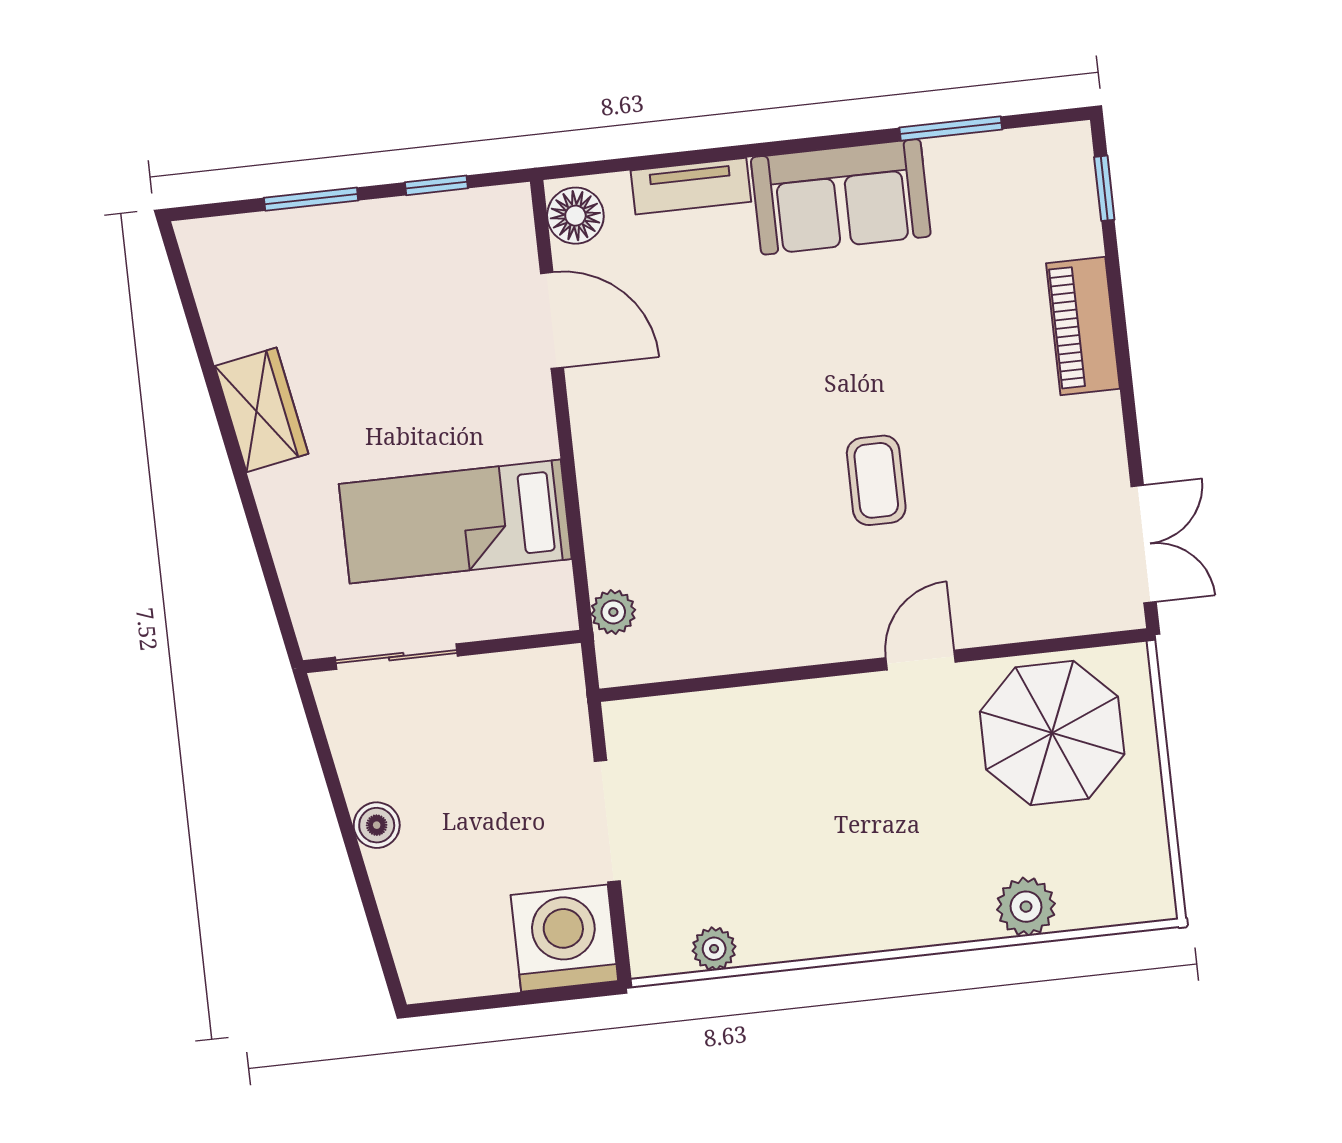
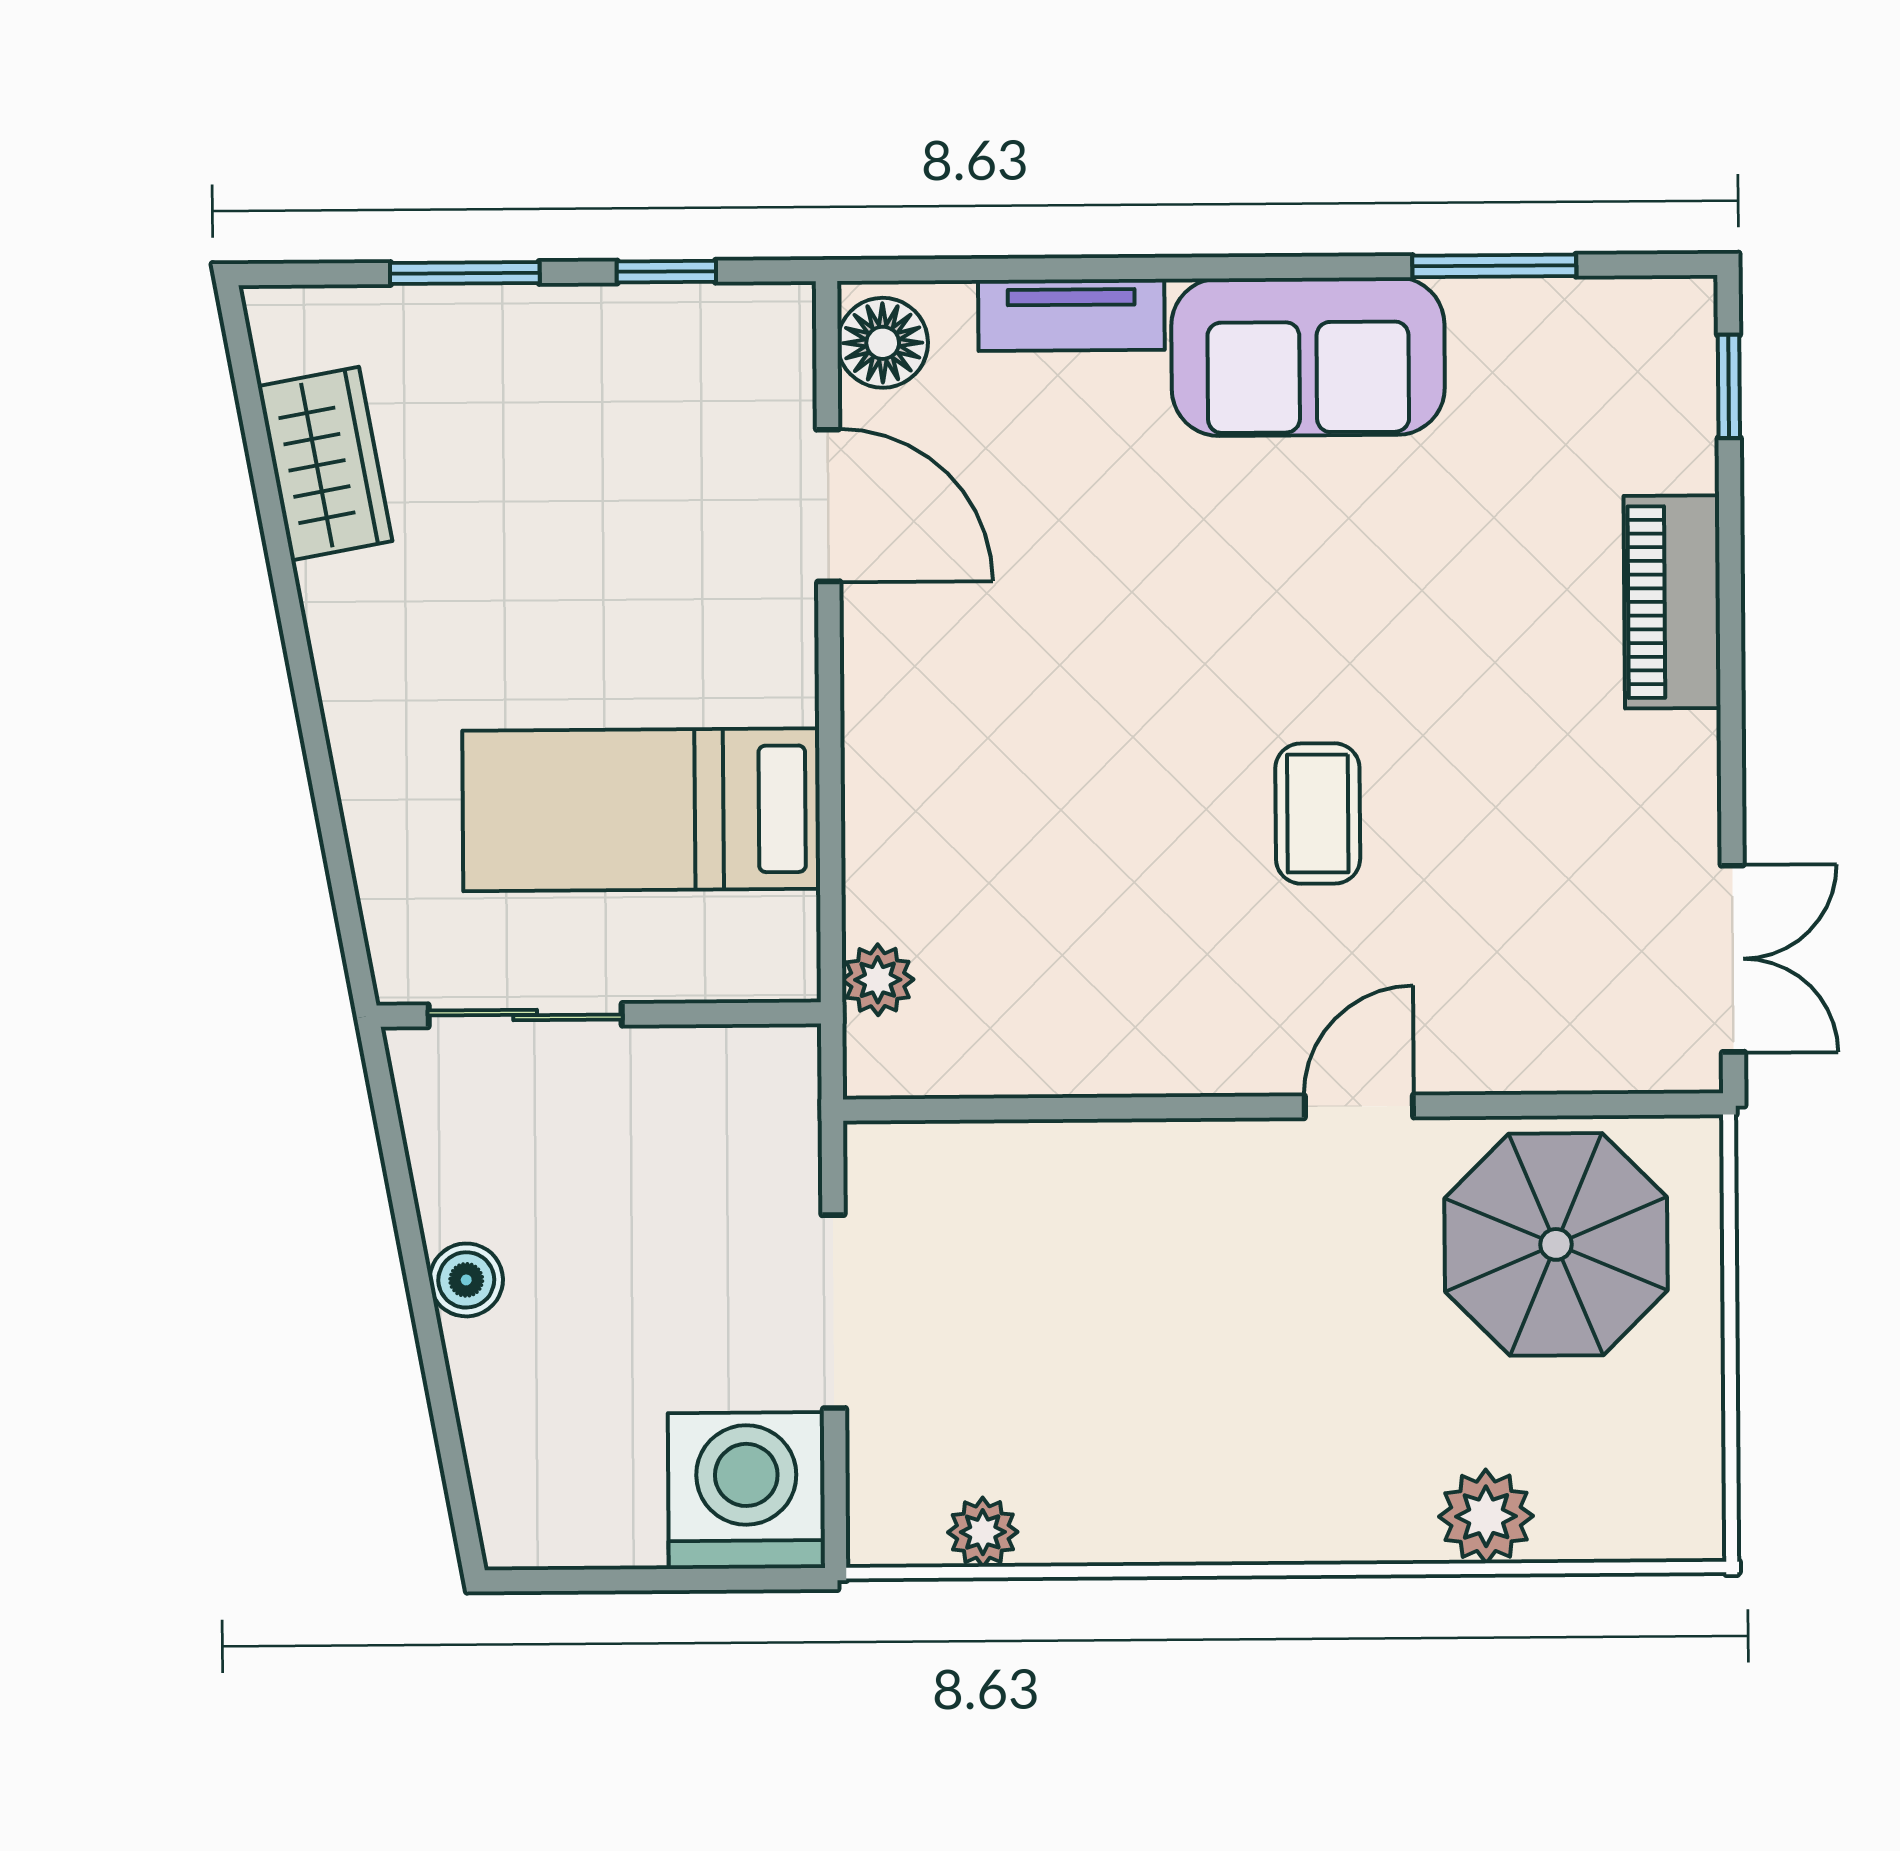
wardrobe: (261, 410) -> (325, 464), moved

